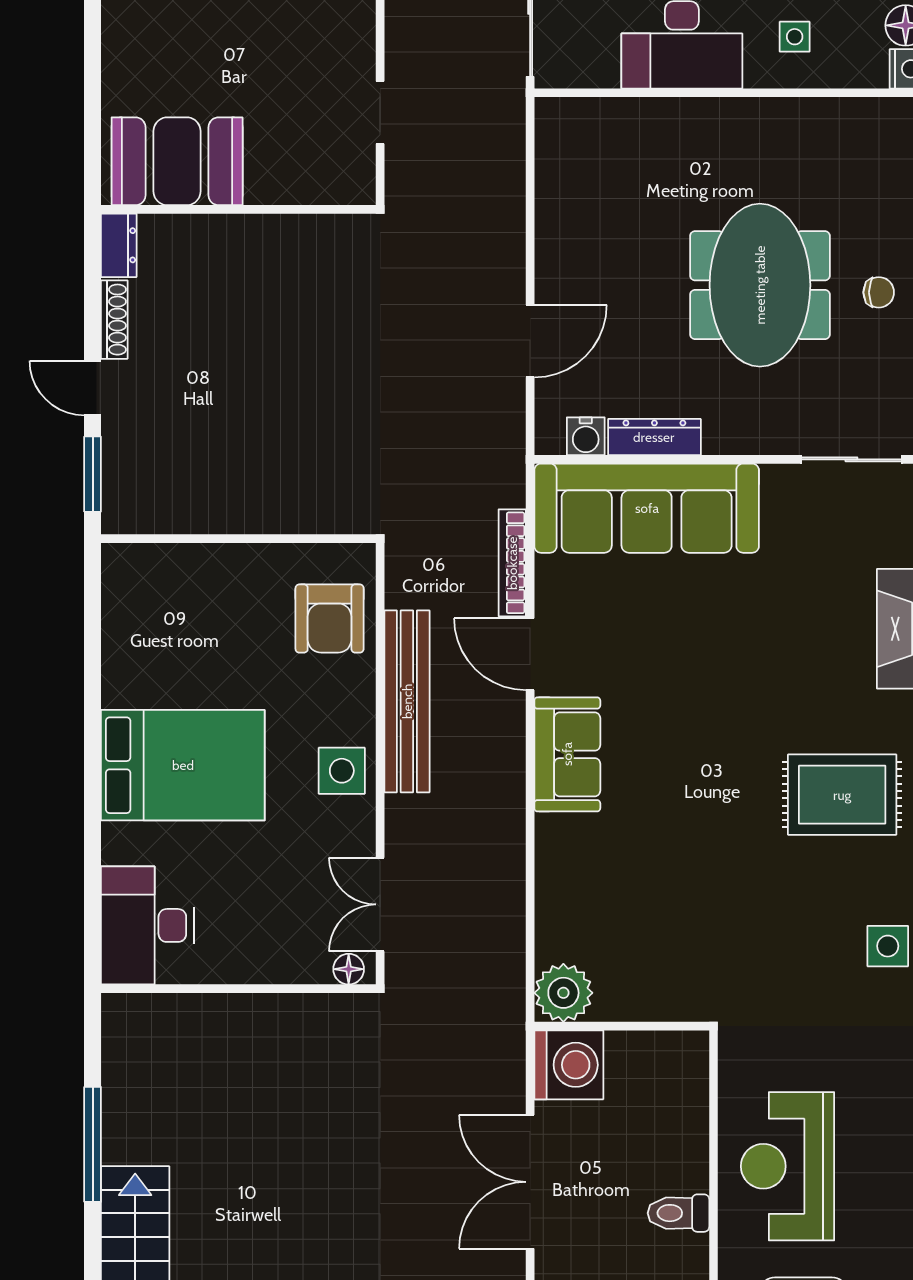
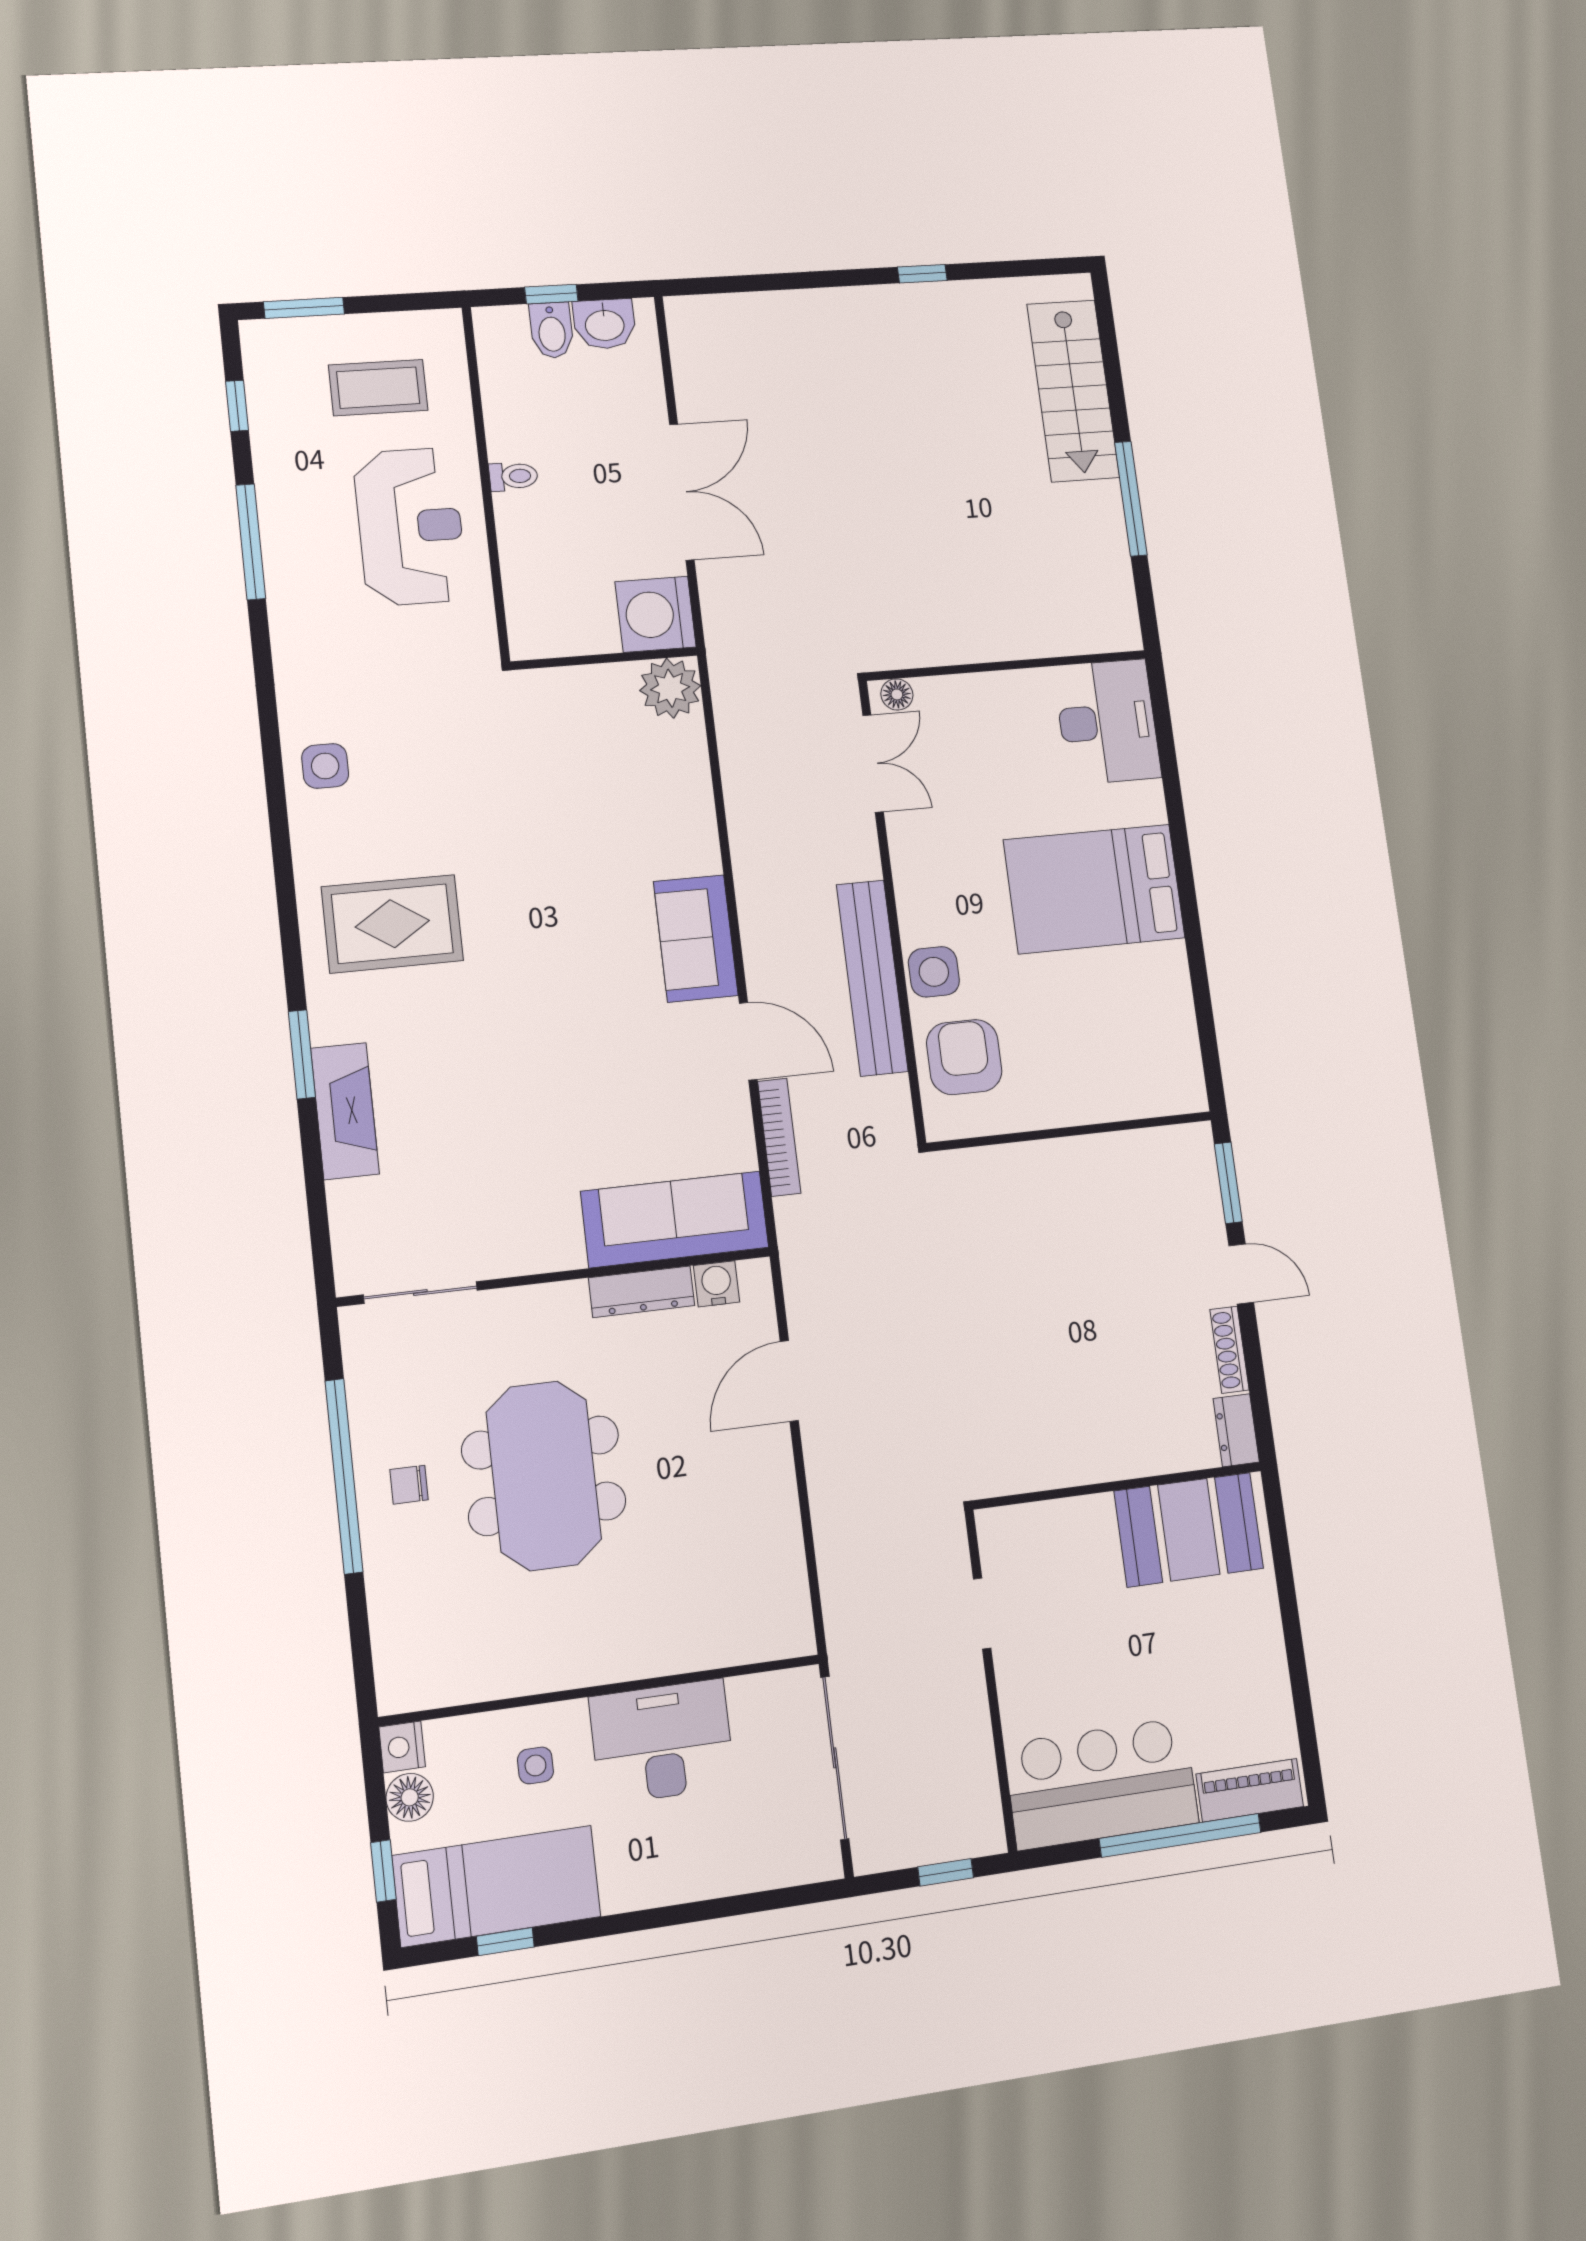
sofa: (647, 508) -> (675, 1219), width x0.74, depth x0.79
side table: (342, 771) -> (934, 972), moved
toilet: (678, 1213) -> (513, 476), width x0.73, depth x0.72

